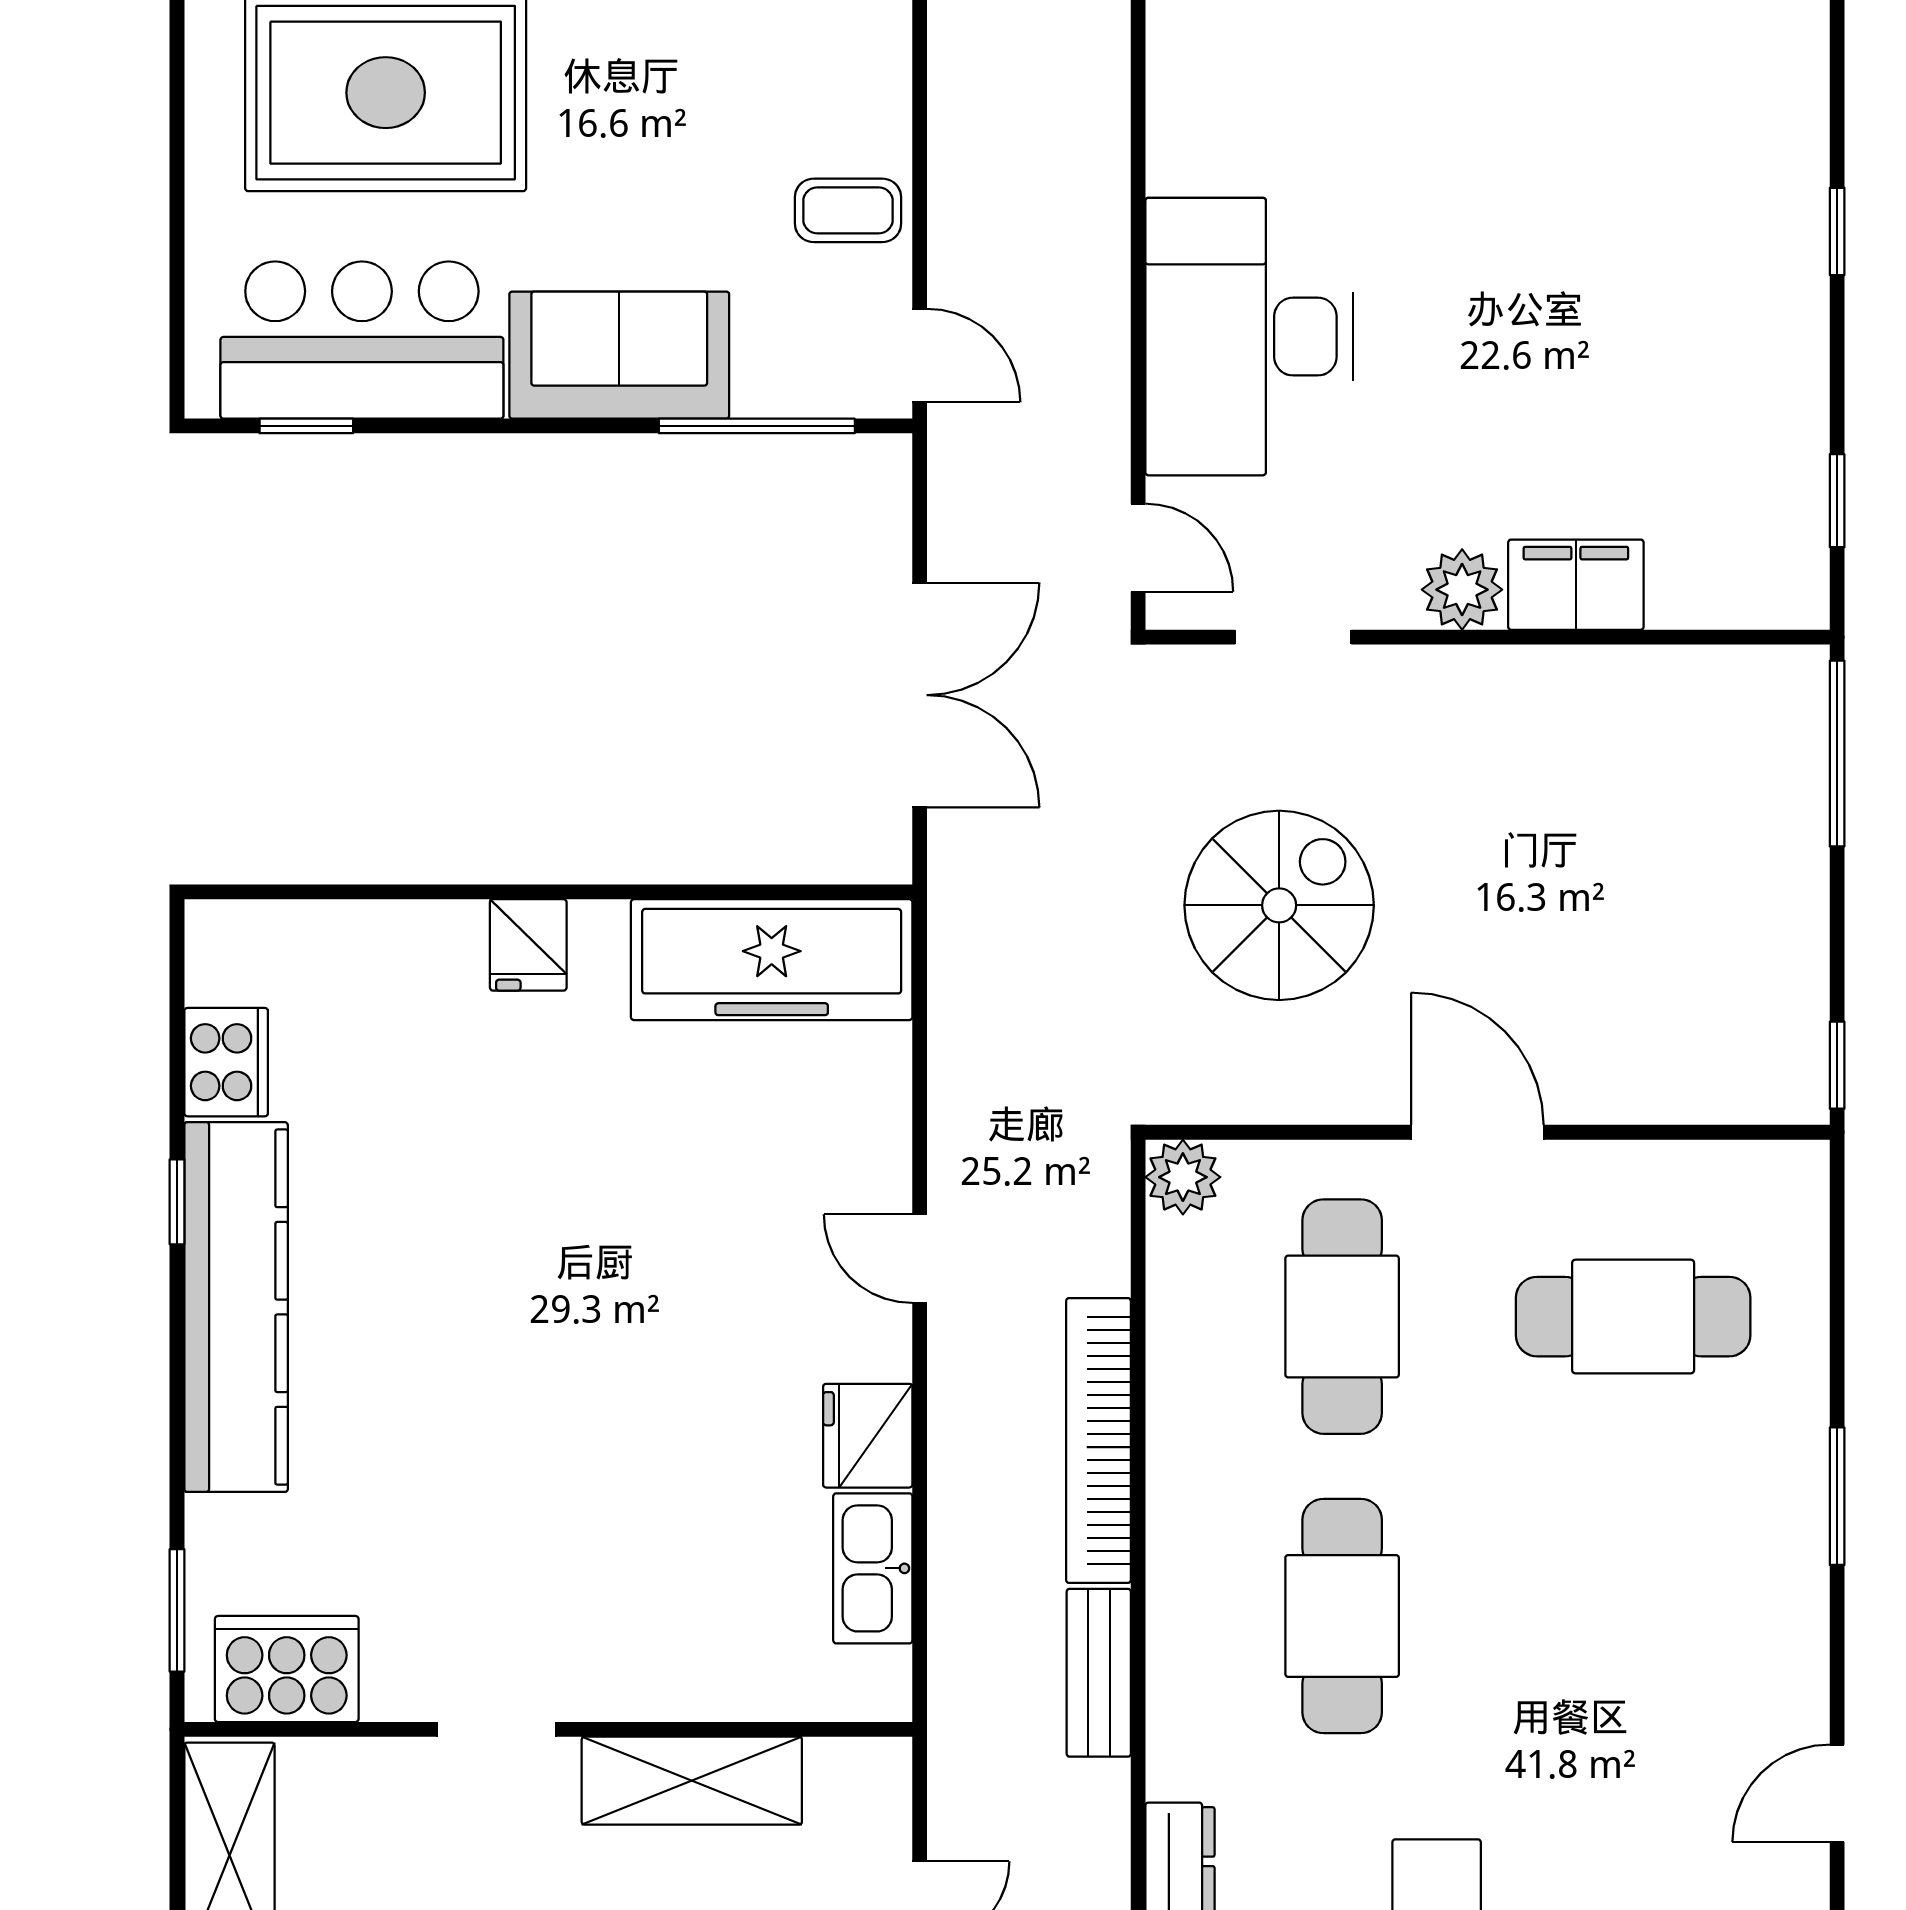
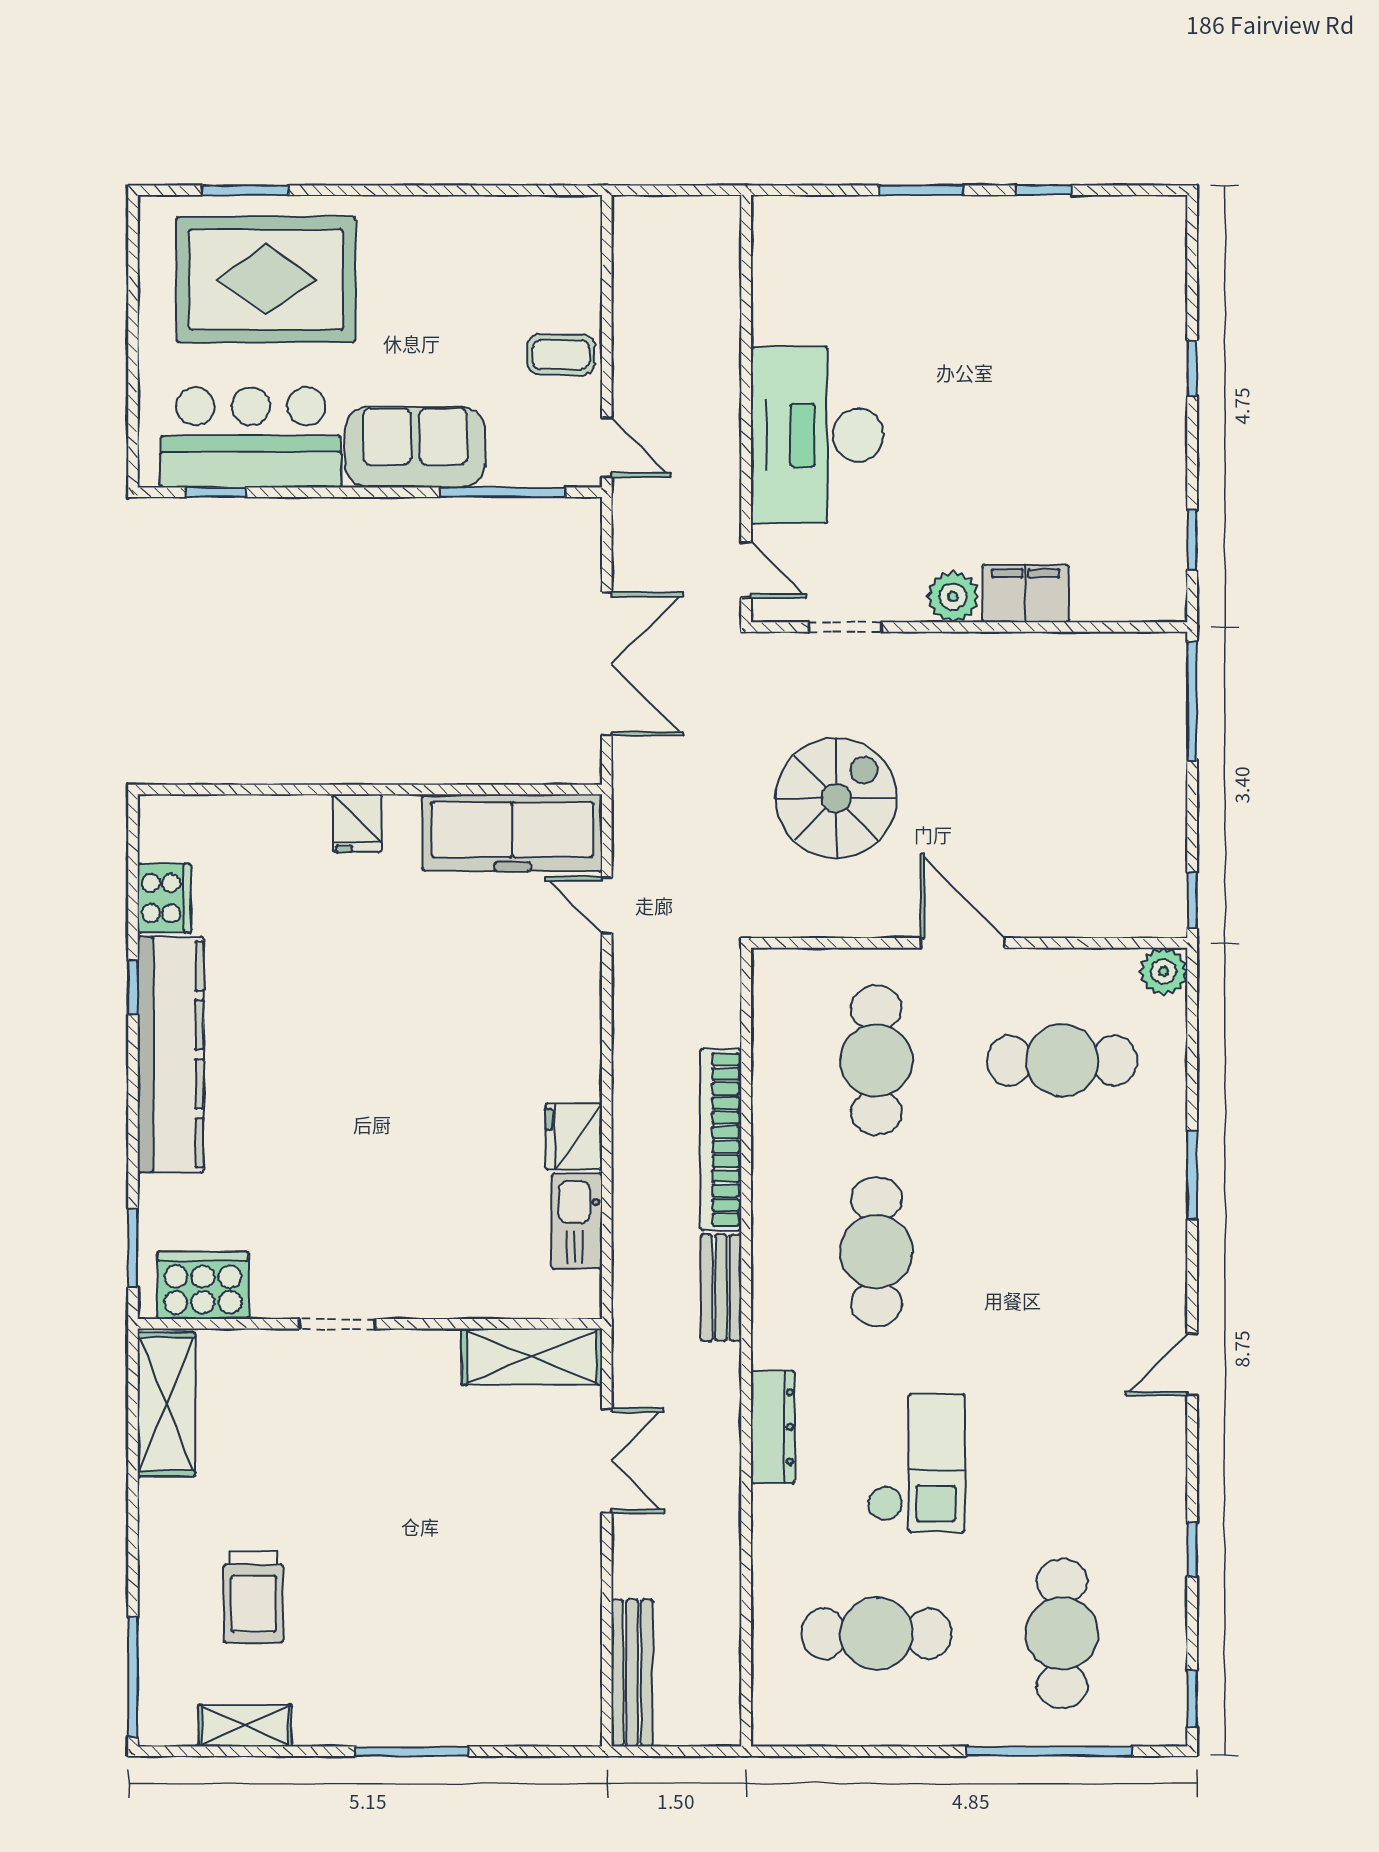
plant: (1183, 1177) -> (1164, 971), moved
door: (920, 1259) -> (607, 905), moved
shelving: (692, 1781) -> (532, 1357), moved

